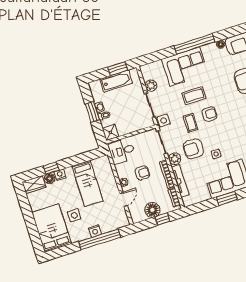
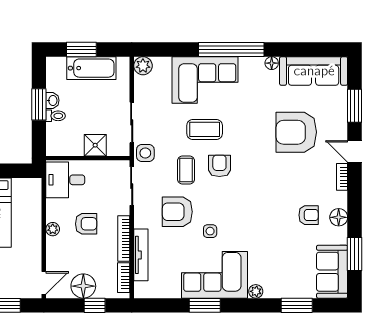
window: (118, 69) -> (81, 50), moved
plant: (151, 86) -> (143, 66), moved
armchair: (209, 114) -> (219, 166), turned -90
shower: (110, 132) -> (95, 145), moved
plant: (175, 159) -> (144, 218), removed
door: (124, 199) -> (44, 283), moved

